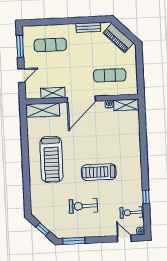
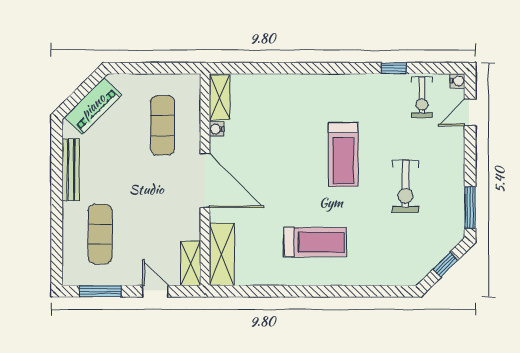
bench: (88, 27) -> (71, 170), width x1.36
shelving: (53, 93) -> (191, 263), moved
treadmill: (51, 159) -> (315, 242), width x0.73, depth x0.73

